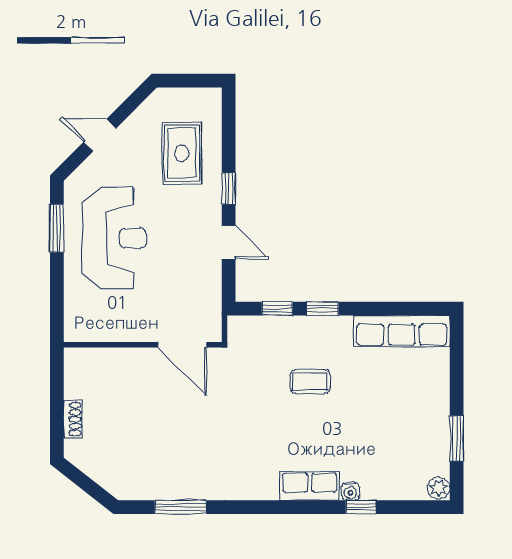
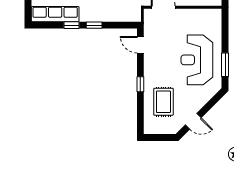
door: (100, 135) -> (193, 121), moved
door: (229, 242) -> (140, 45), moved
window: (277, 309) -> (71, 25), moved

